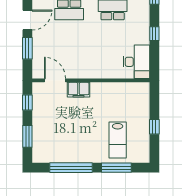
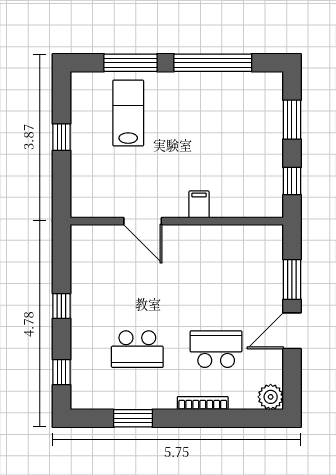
desk: (136, 62) -> (94, 255), removed
door: (55, 80) -> (143, 221), moved
filing cabinet: (79, 90) -> (199, 204), width x0.50

